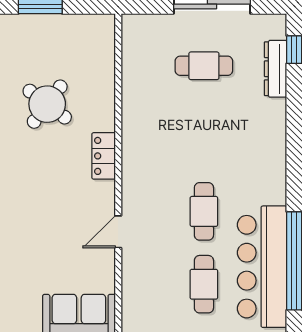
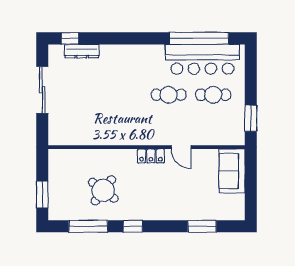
cafe table: (204, 66) -> (80, 95), removed
locker: (104, 156) -> (151, 156), moved

